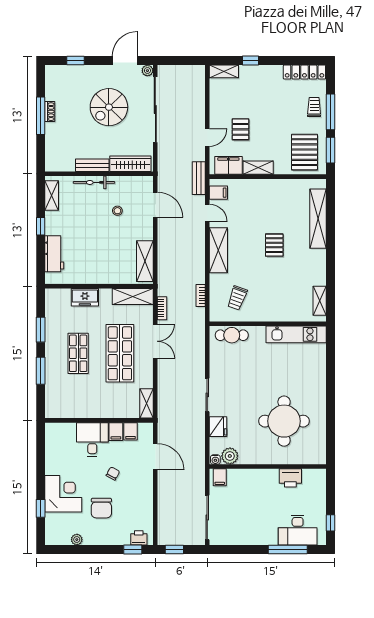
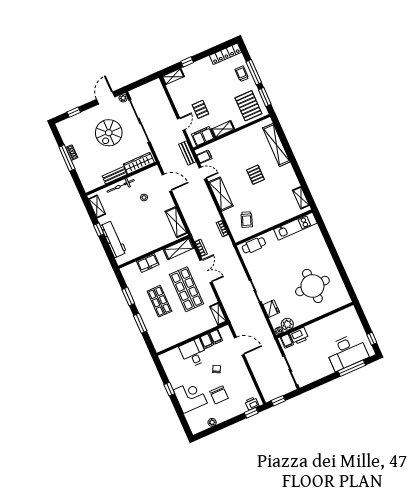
workbench: (54, 254) -> (114, 239), width x1.38
printer: (290, 478) -> (299, 336), moved
window: (41, 508) -> (169, 389), moved
desk: (298, 530) -> (347, 352), width x1.36, depth x1.30

